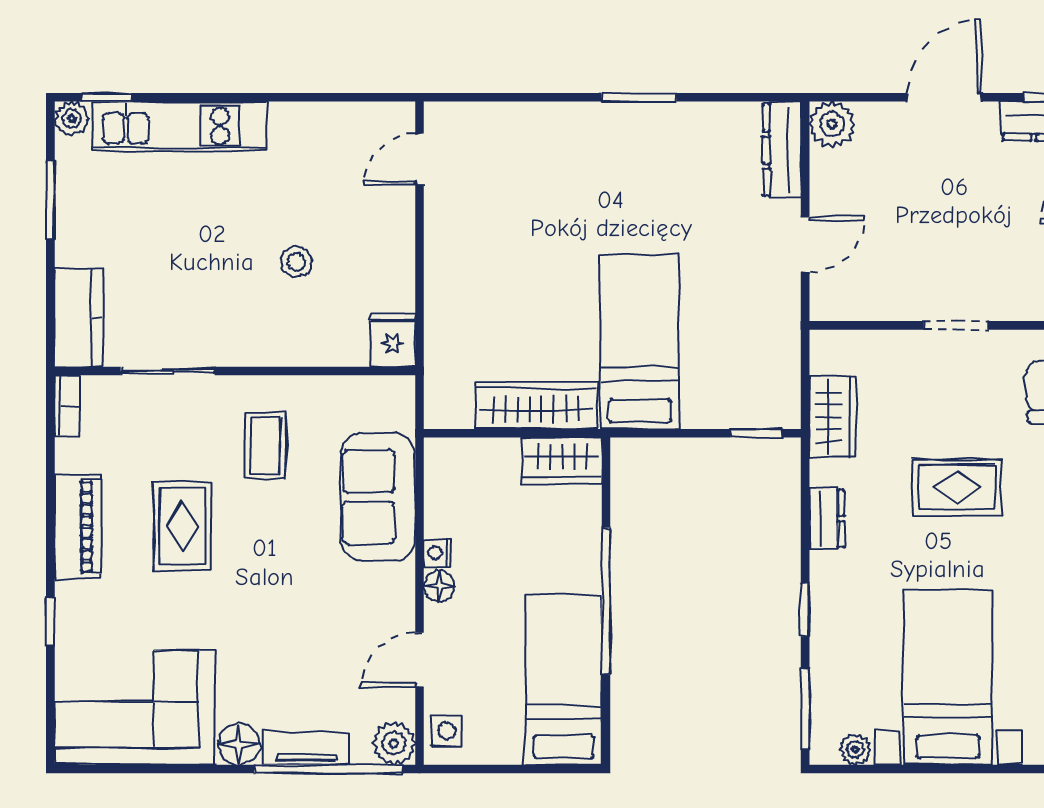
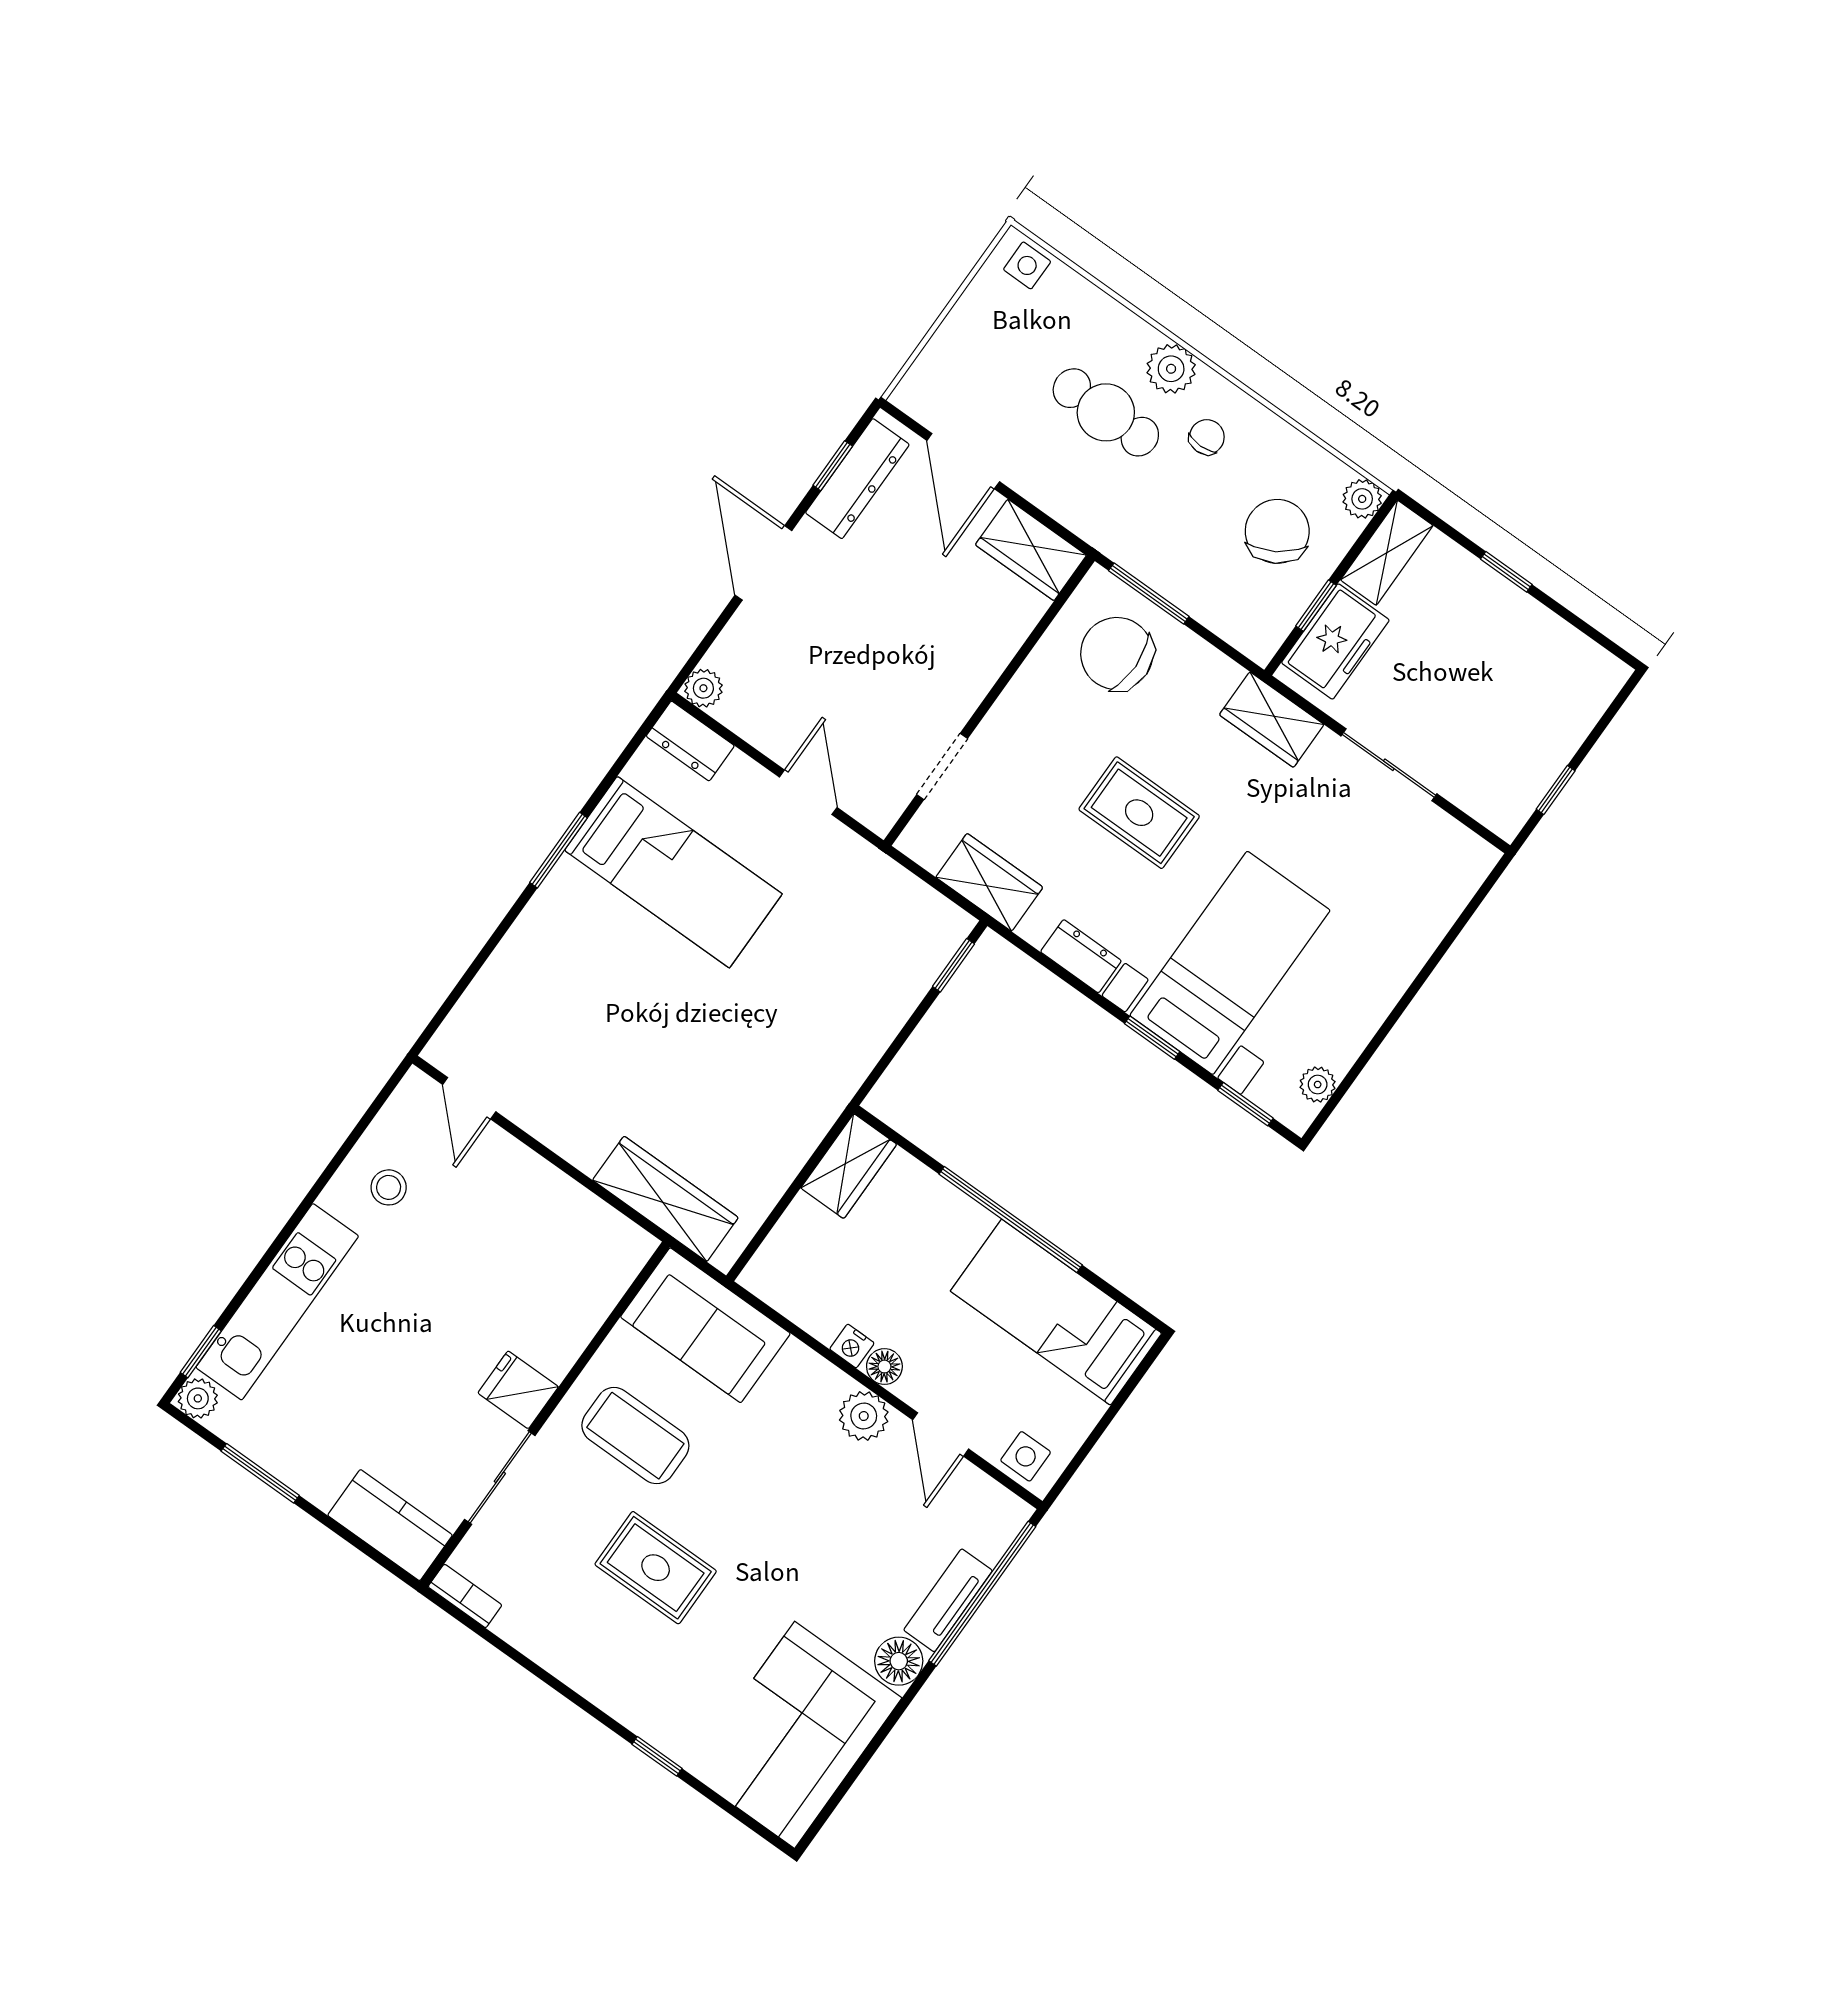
plant: (832, 124) -> (703, 688), width x0.73, depth x0.73
dresser: (782, 150) -> (690, 741), width x0.70
stool: (296, 262) -> (389, 1187), moved
doorway: (956, 325) -> (942, 767), moved
fridge: (393, 340) -> (518, 1390), moved
bed: (640, 341) -> (673, 872), moved, turned 180
wardrobe: (536, 405) -> (665, 1199), moved, turned 90
coffee table: (265, 445) -> (635, 1436), width x1.36, depth x1.30
rug: (957, 487) -> (1139, 813), turned 90
sofa: (378, 497) -> (705, 1325), moved
piano: (78, 527) -> (586, 1667), removed
bed with nightstands: (948, 677) -> (1230, 963), moved, turned 90
window: (805, 709) -> (1246, 1104), width x0.67
plant: (394, 743) -> (864, 1416), moved

